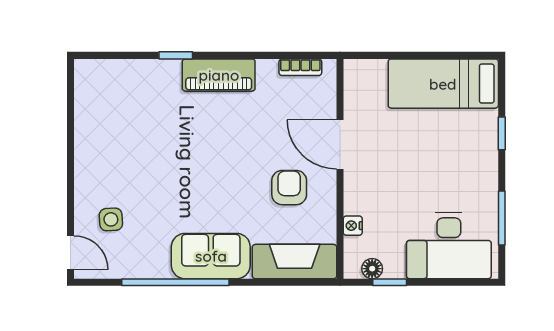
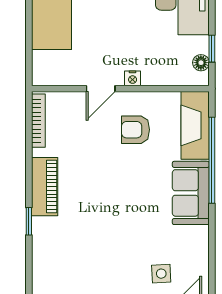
bookcase: (300, 67) -> (38, 121), width x1.56
door: (340, 144) -> (101, 89), width x0.73
nightstand: (353, 226) -> (133, 78), moved
window: (175, 282) -> (212, 160), moved

